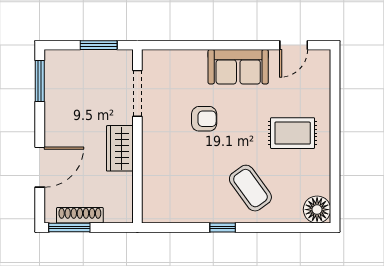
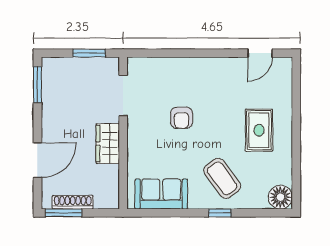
sofa: (238, 67) -> (161, 194), moved, turned 180
armchair: (204, 119) -> (182, 118), turned 90
rug: (293, 133) -> (259, 130), turned 90
window: (223, 228) -> (220, 213), moved

